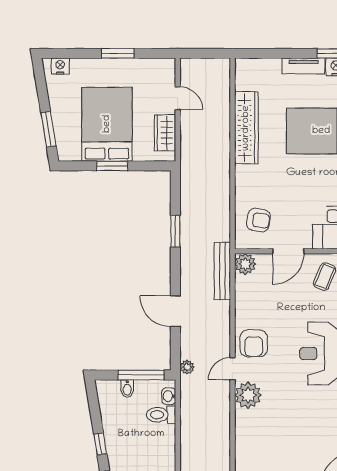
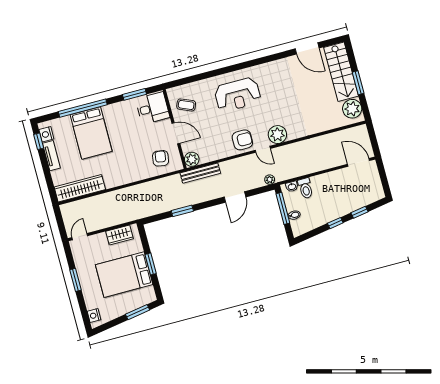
door: (178, 98) -> (80, 237), moved
wardrobe: (246, 128) -> (80, 188), moved

